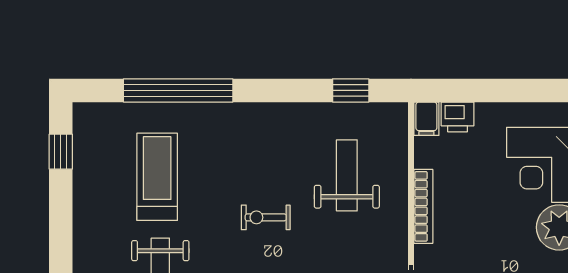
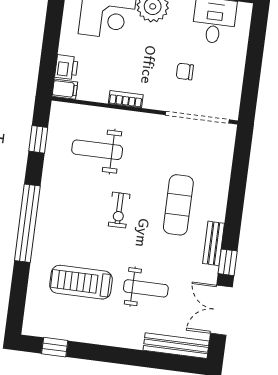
window: (178, 90) -> (27, 223), moved
bookcase: (423, 206) -> (126, 99), width x0.64

